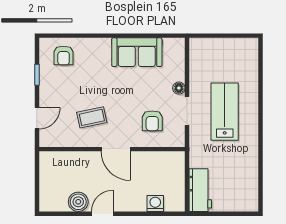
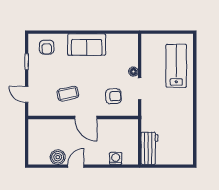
sofa: (137, 52) -> (87, 45), moved
lab bench: (225, 112) -> (176, 66), moved
door: (37, 118) -> (27, 94), swing flipped
armchair: (152, 121) -> (113, 96), turned -92

